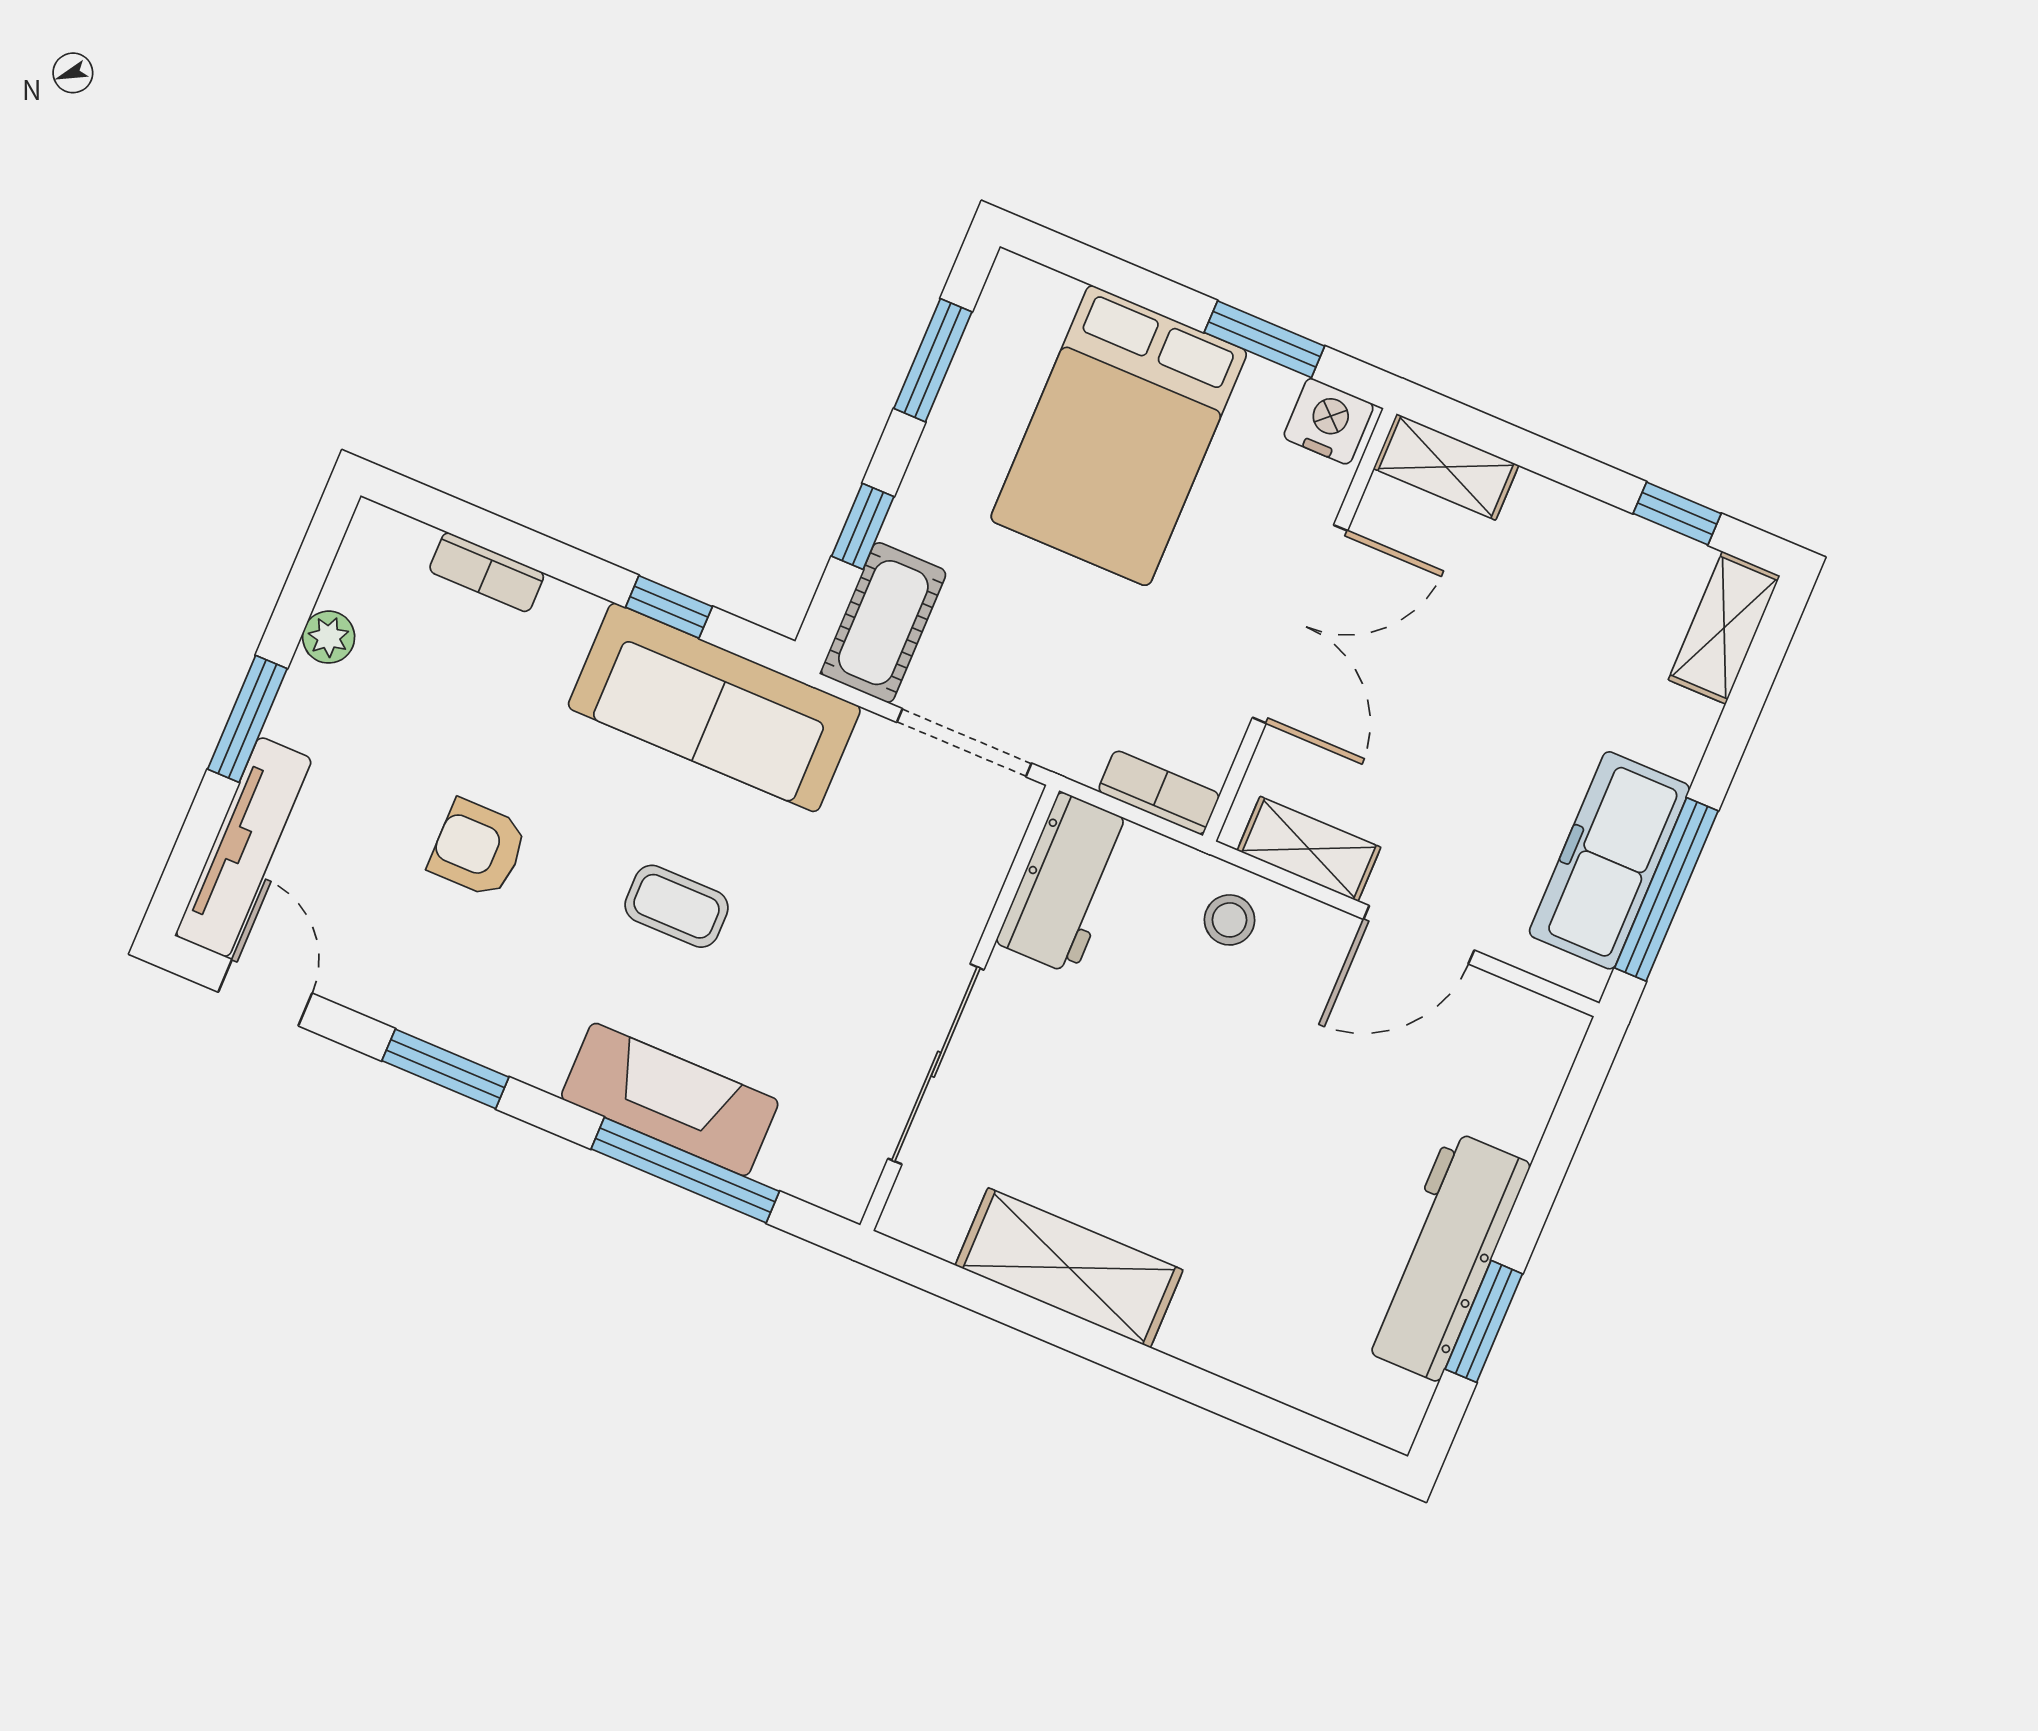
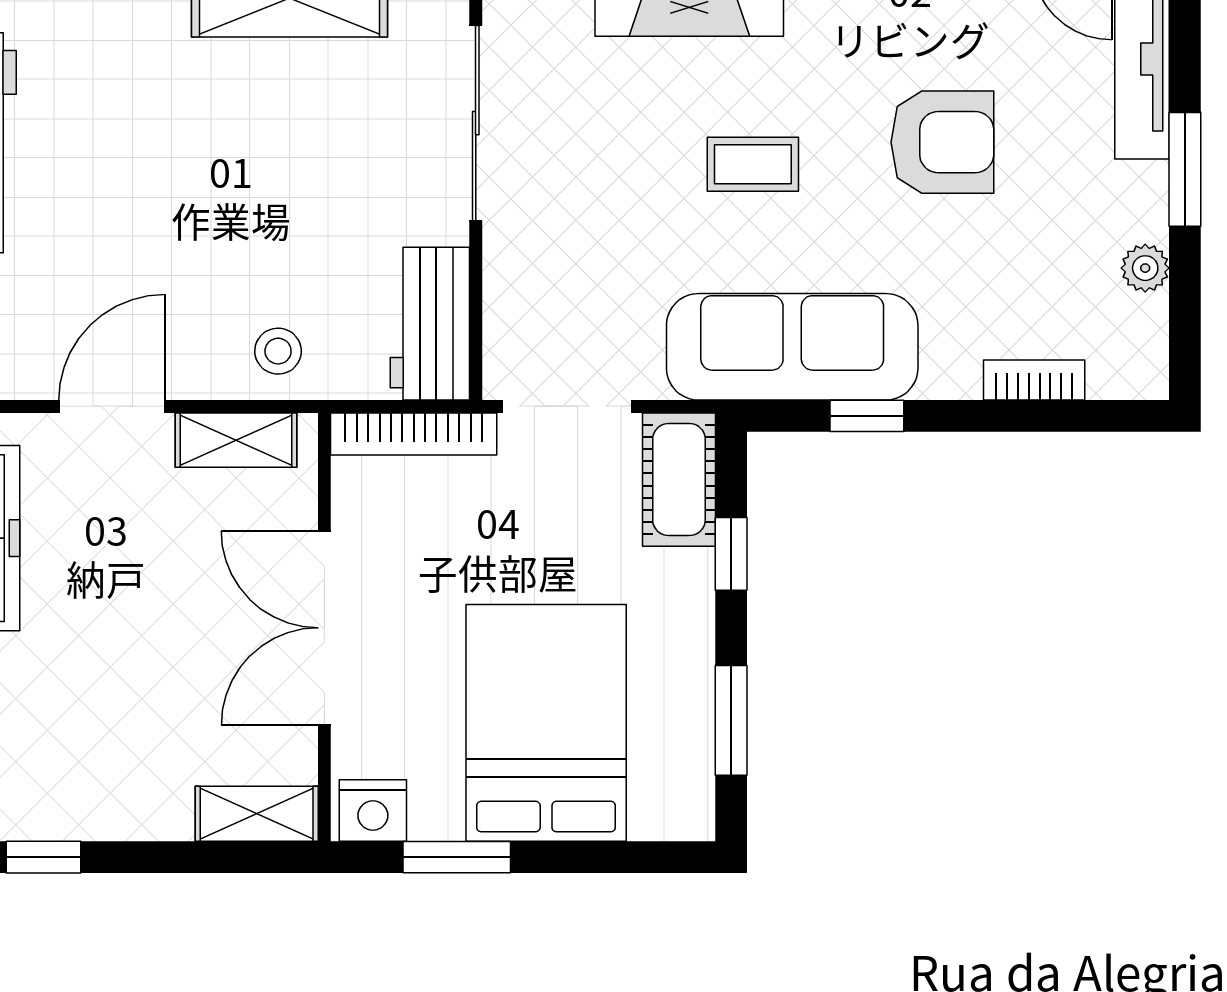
bookcase: (1159, 793) -> (414, 434), width x1.56
armchair: (478, 848) -> (942, 142), width x1.38, depth x1.38

